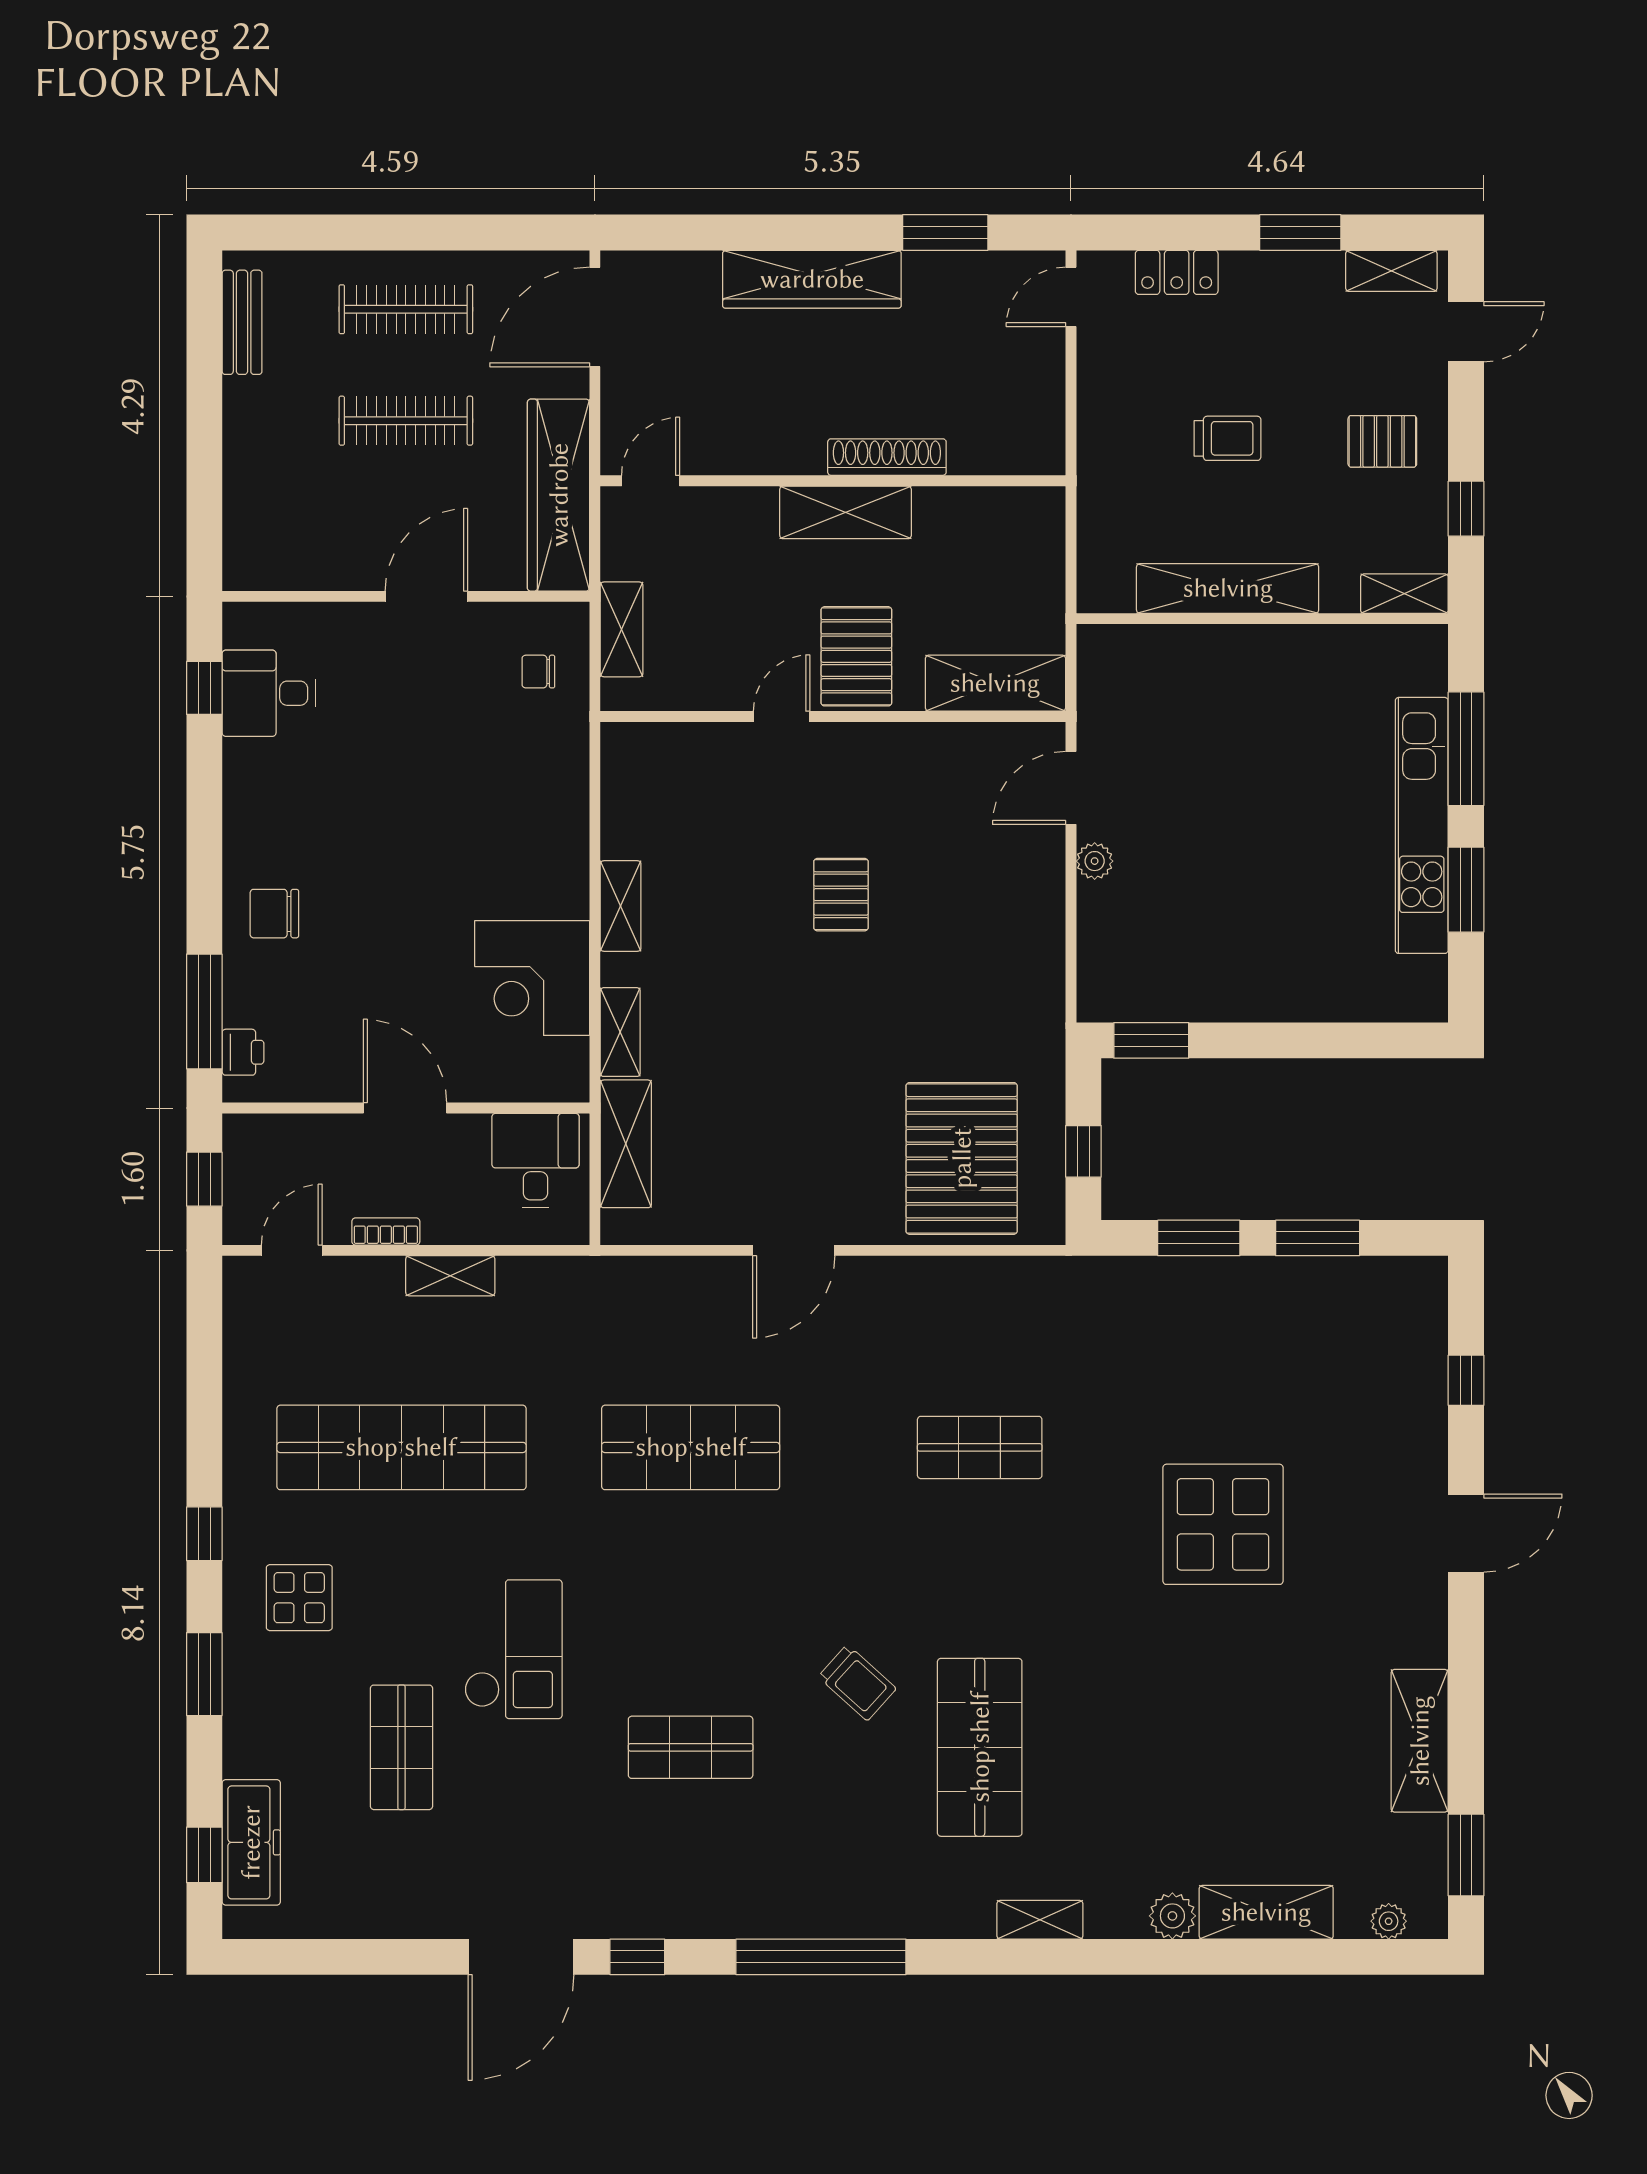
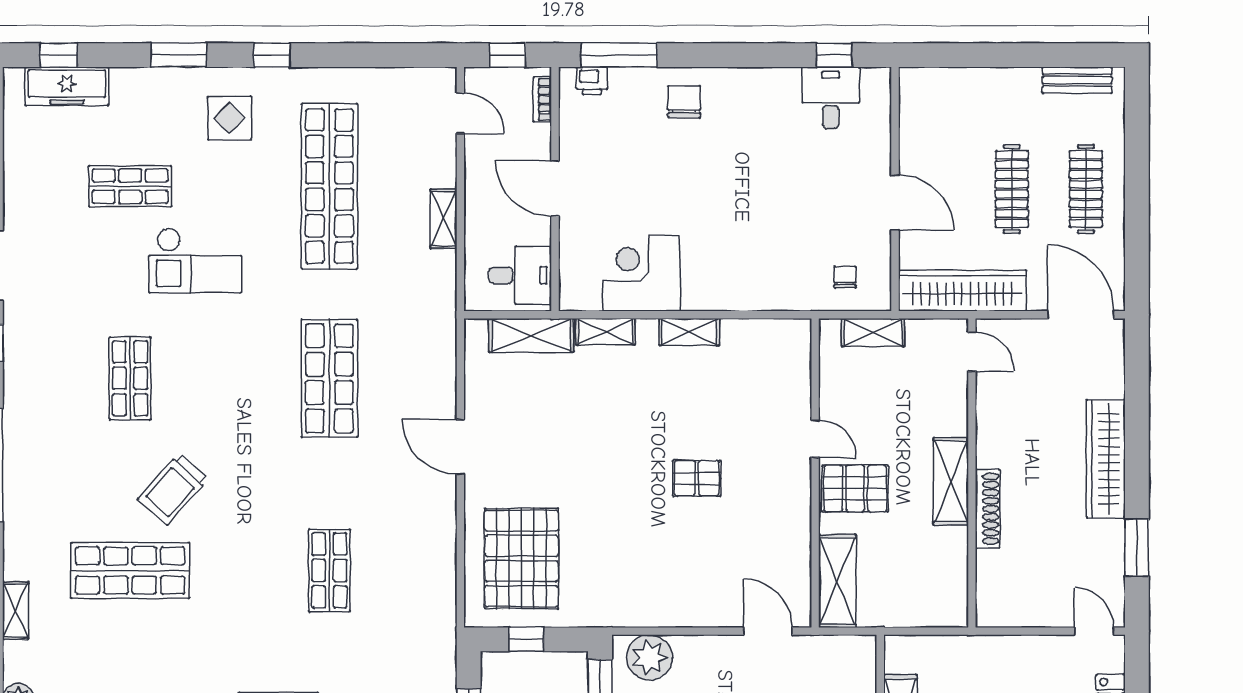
plant: (1095, 861) -> (649, 657), moved, width x1.88, depth x1.88
door: (405, 1108) -> (555, 189), swing flipped
pallet: (962, 1158) -> (521, 558), turned 90
bookcase: (386, 1231) -> (542, 99), moved, turned 180
trolley: (857, 1683) -> (173, 489), width x1.36, depth x1.39

